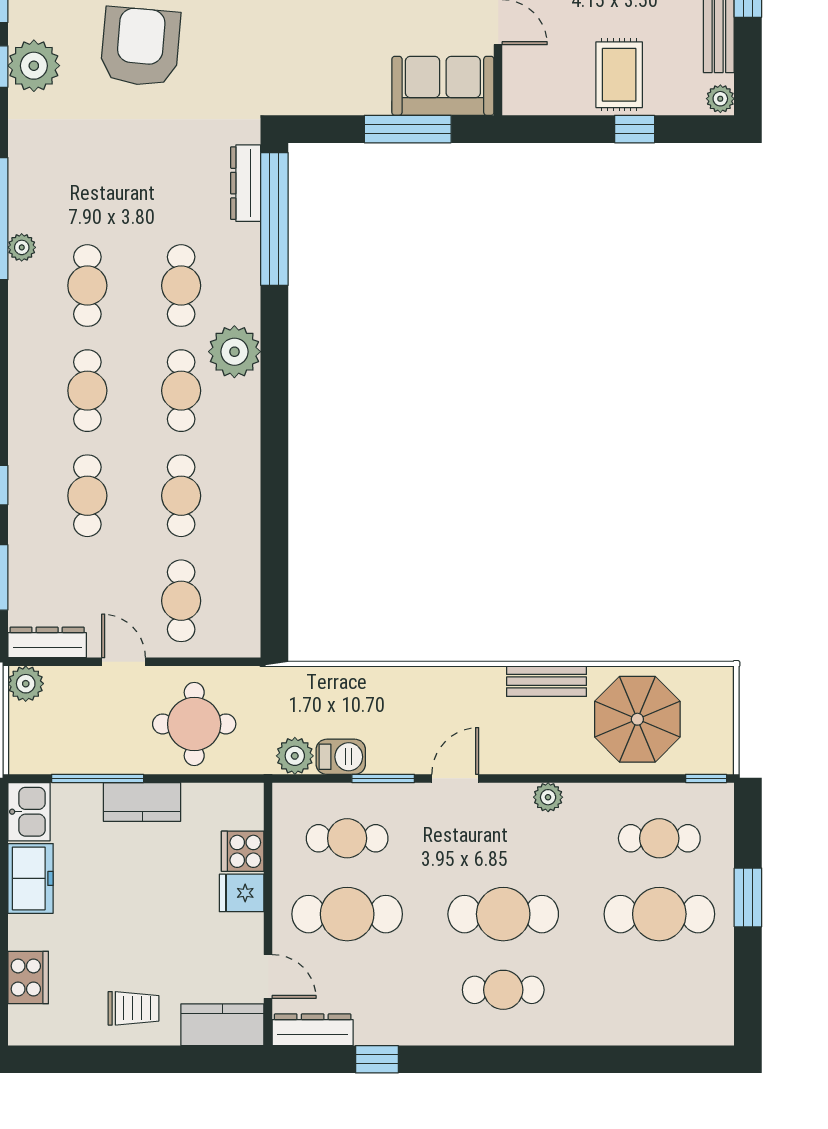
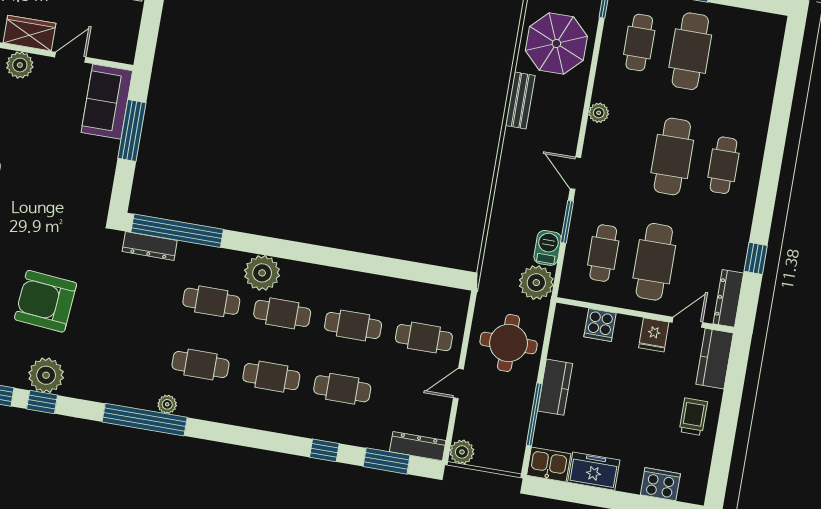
dresser: (47, 642) -> (418, 446), moved, turned 90
plant: (295, 756) -> (536, 283), width x1.36, depth x1.36
fridge: (242, 893) -> (654, 335), moved

